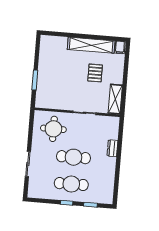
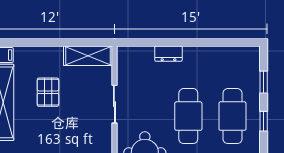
pallet: (95, 73) -> (48, 92), turned 90

